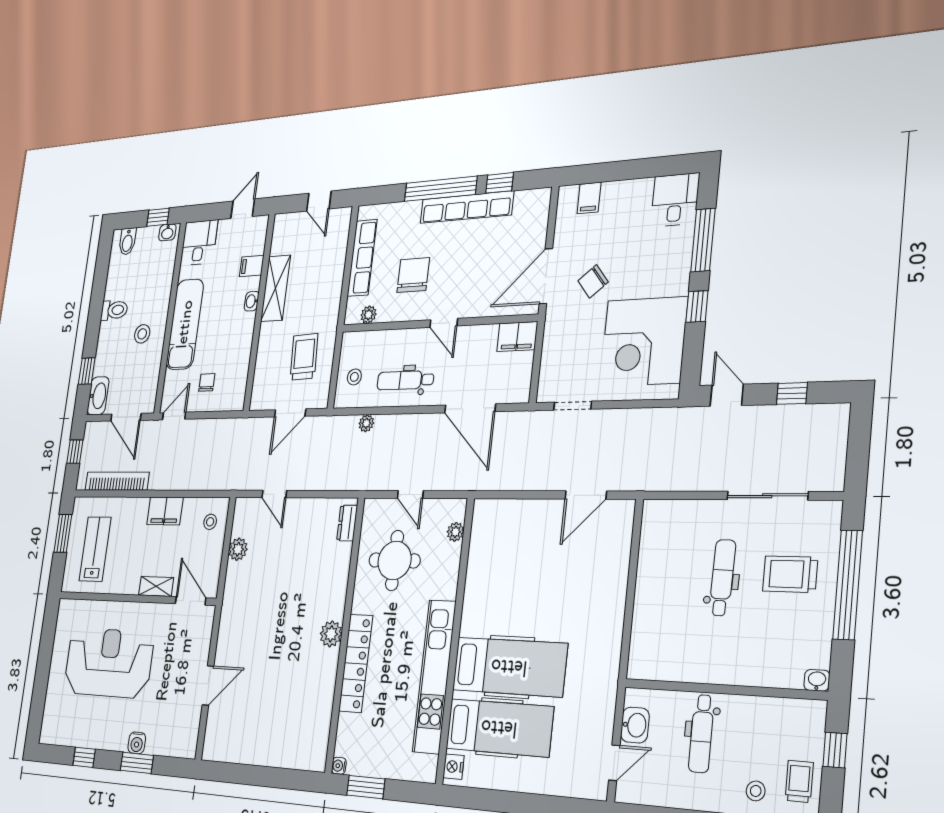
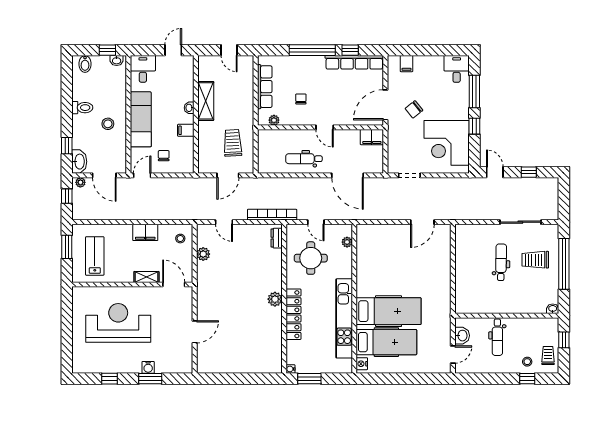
row of seats: (467, 207) -> (354, 62), moved
filing cabinet: (252, 266) -> (186, 130), moved
chair: (413, 275) -> (301, 99), width x0.54, depth x0.54
stool: (354, 377) -> (269, 156), removed
plant: (366, 423) -> (80, 182), moved
bookcase: (117, 481) -> (272, 215), moved

